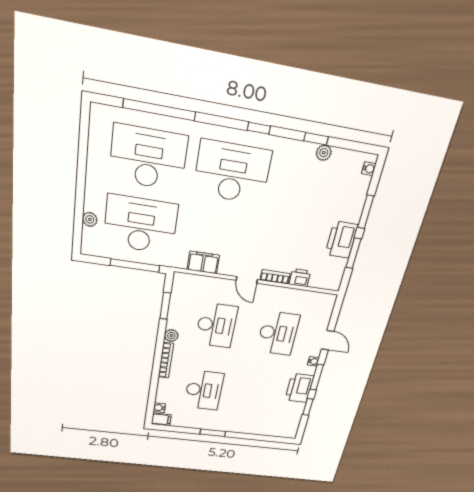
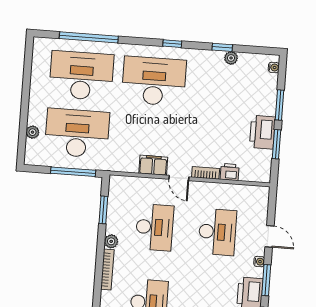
filing cabinet: (203, 262) -> (153, 165), moved

